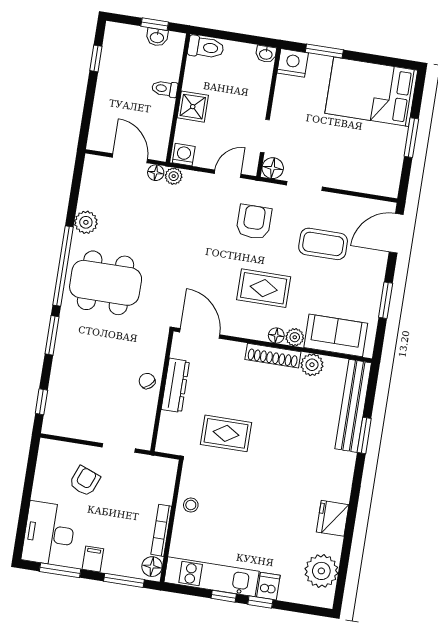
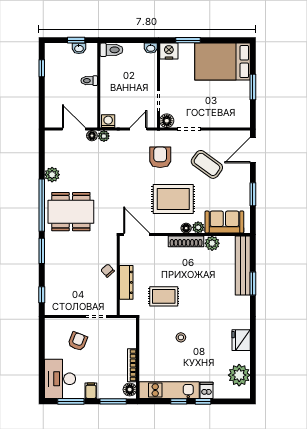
shower: (193, 107) -> (109, 89), removed
coffee table: (323, 244) -> (207, 164), turned 36
rug: (264, 288) -> (173, 199), width x1.36, depth x1.43
dresser: (175, 385) -> (126, 282), moved
stool: (191, 505) -> (181, 337), moved

